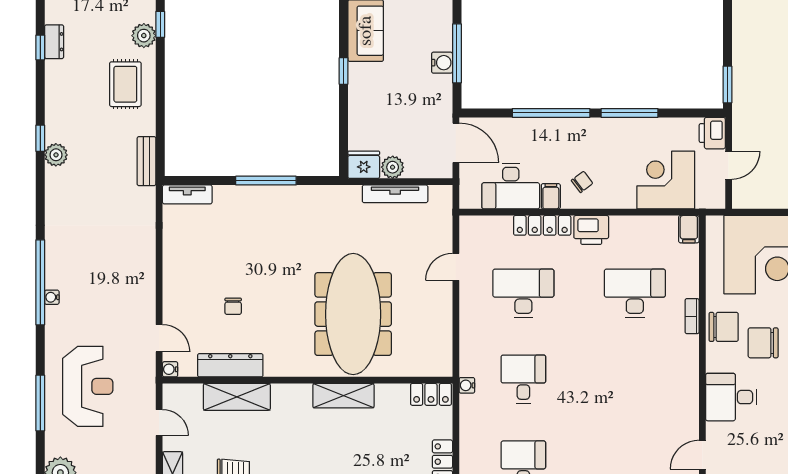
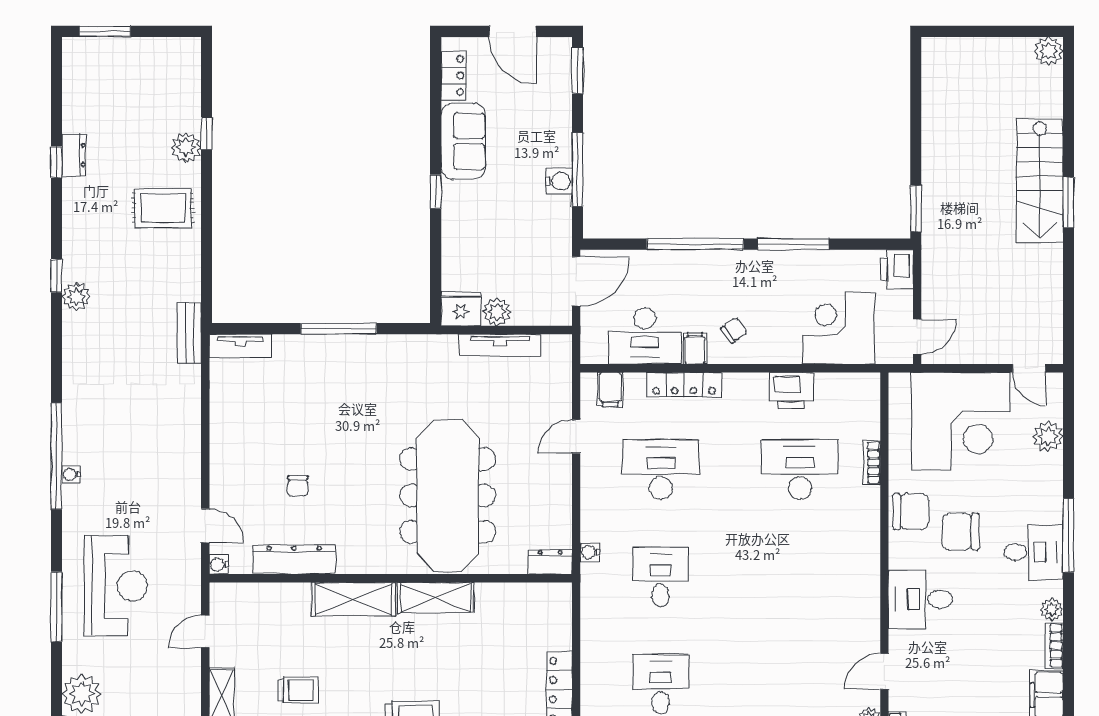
rug: (125, 84) -> (163, 208), turned 90
door: (456, 143) -> (576, 281), hinge flipped
bench: (147, 161) -> (189, 333), moved
door: (729, 165) -> (917, 337), moved
filing cabinet: (689, 229) -> (610, 389), moved
printer: (591, 230) -> (791, 390), moved
bookcase: (692, 316) -> (872, 463), moved
dresser: (435, 367) -> (550, 562), added
water cooler: (467, 385) -> (590, 552), moved
locker: (431, 394) -> (545, 596), removed
shelving: (237, 397) -> (353, 599), moved
door: (159, 423) -> (205, 631), swing flipped

